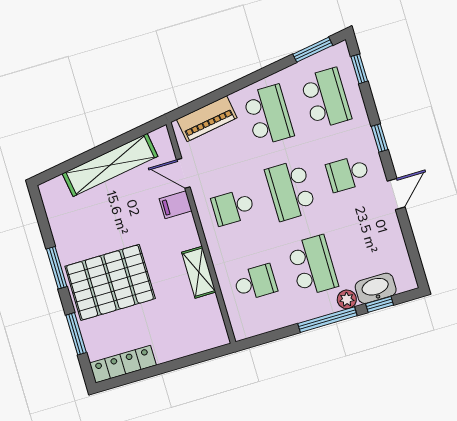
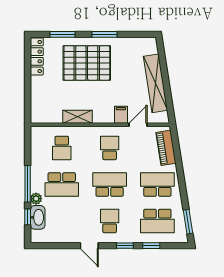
window: (359, 69) -> (151, 246), moved
school desk: (268, 115) -> (157, 184), turned 180
pallet: (110, 282) -> (87, 63), turned 90

